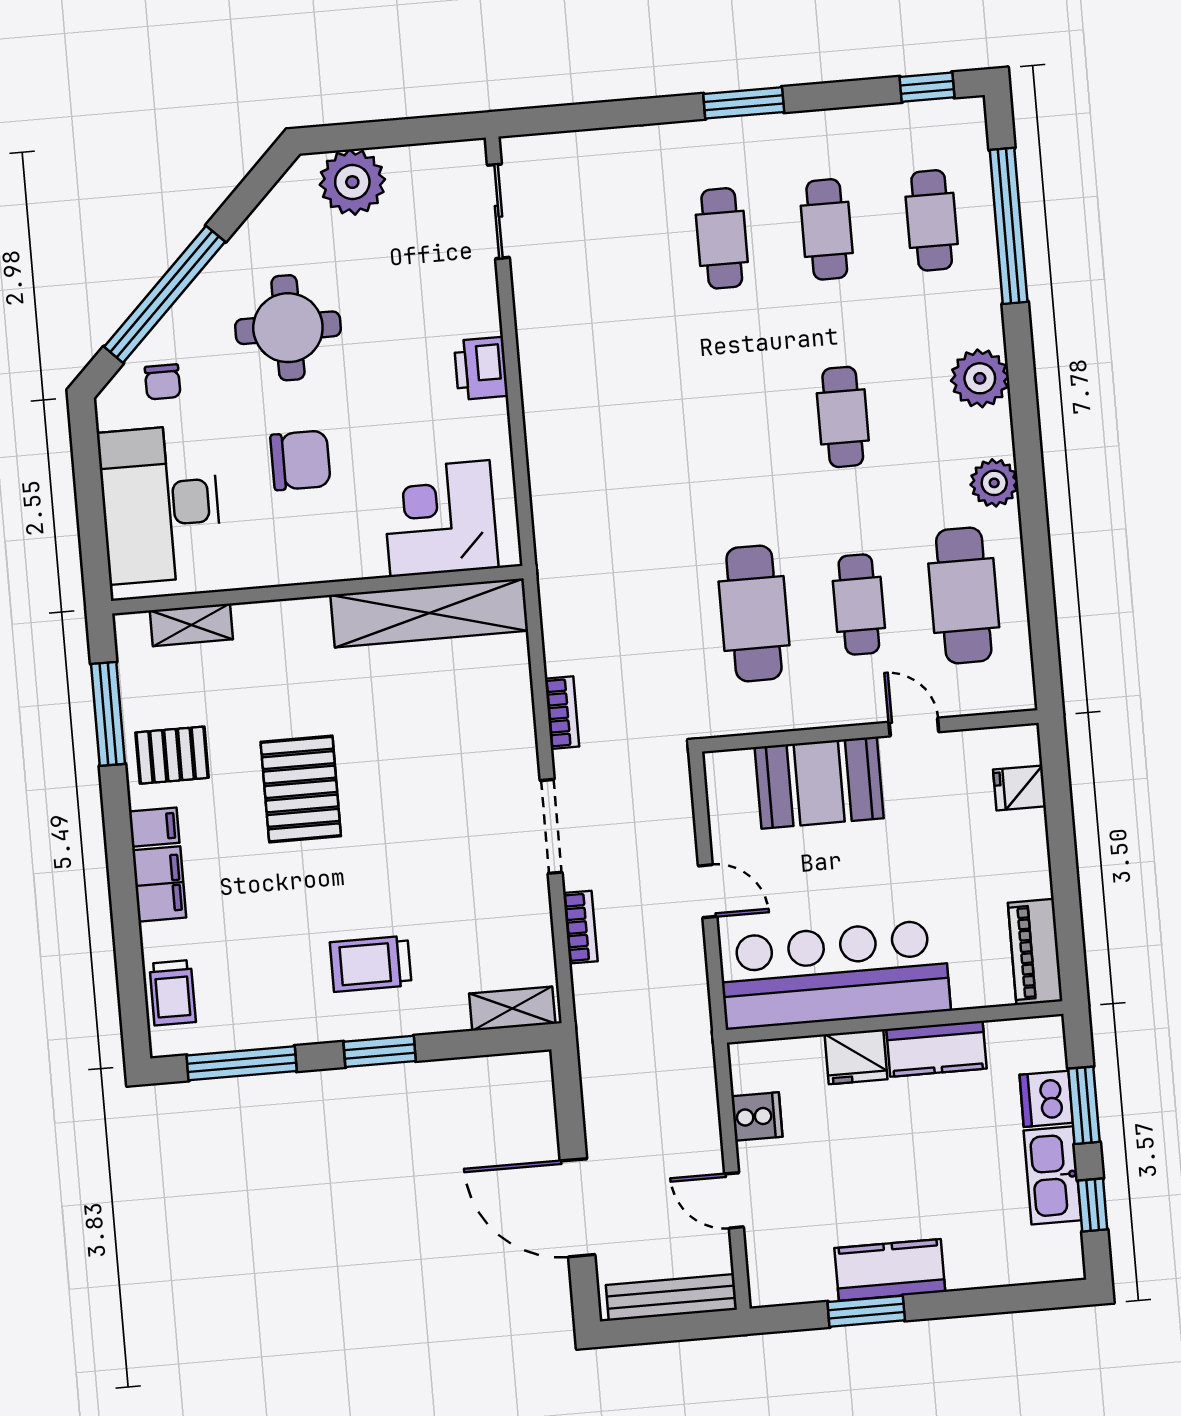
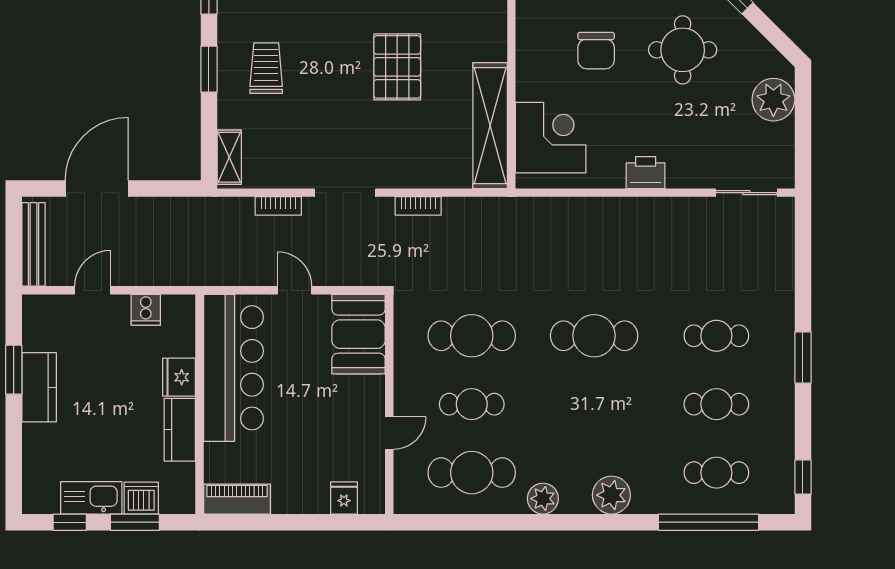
cafe table: (843, 417) -> (594, 336), moved, width x1.37, depth x1.35
booth: (819, 783) -> (359, 334), moved
pallet: (301, 789) -> (397, 67), moved, turned 90
door: (708, 891) -> (295, 290), swing flipped

